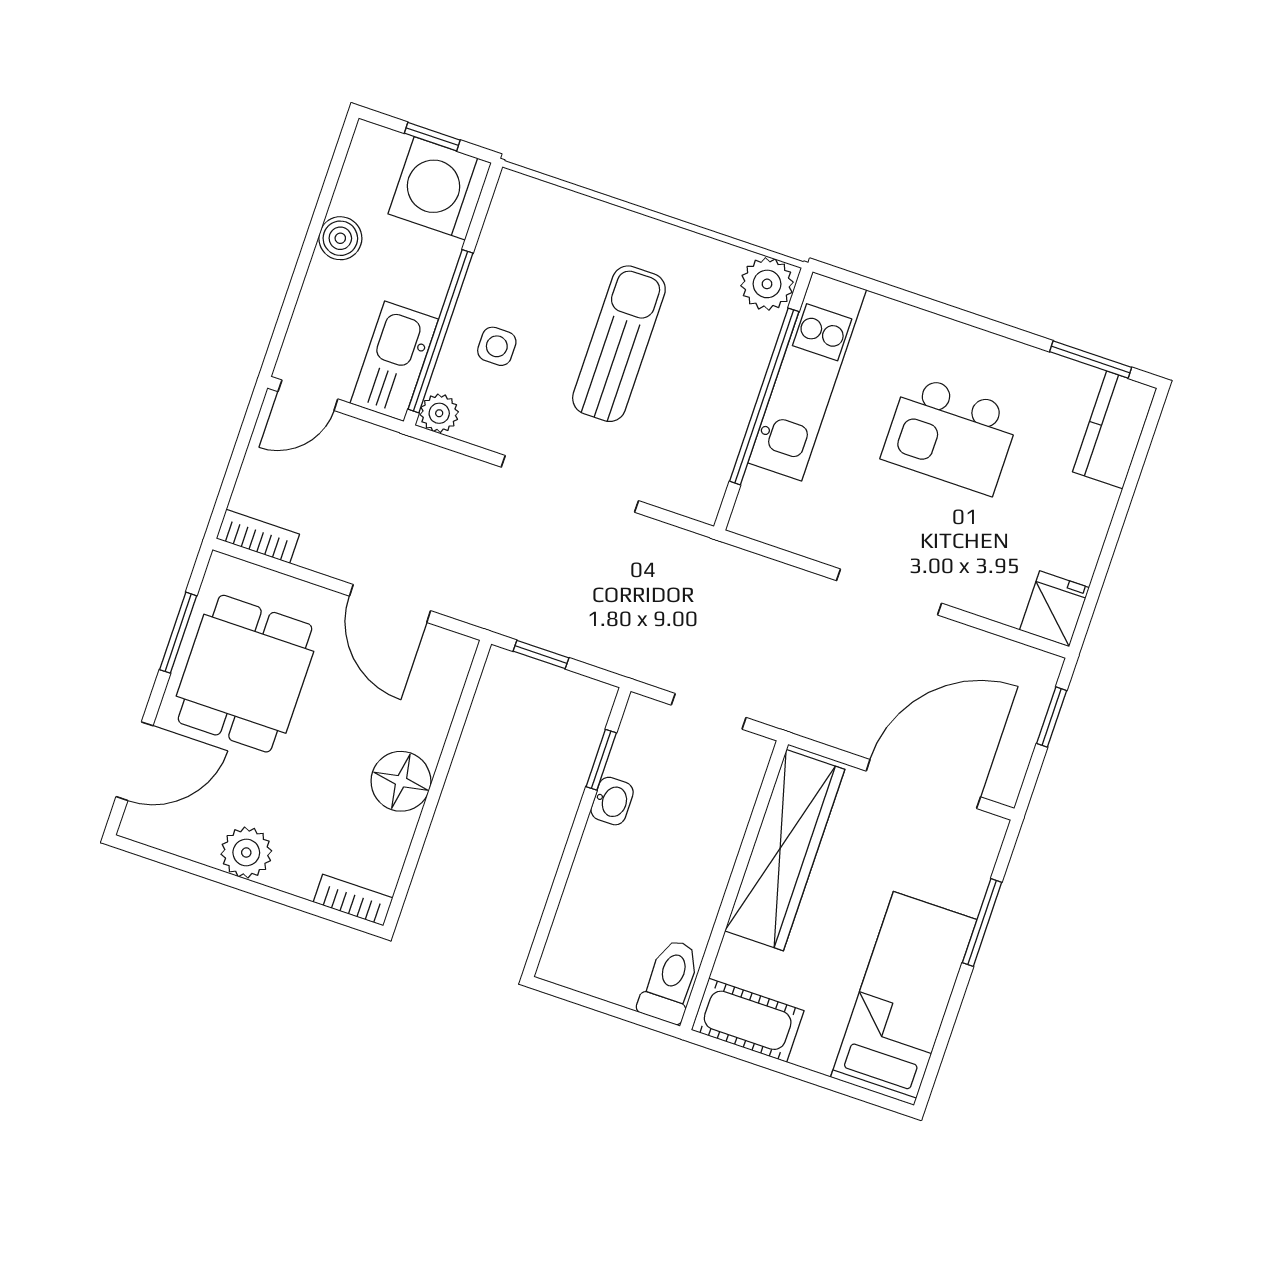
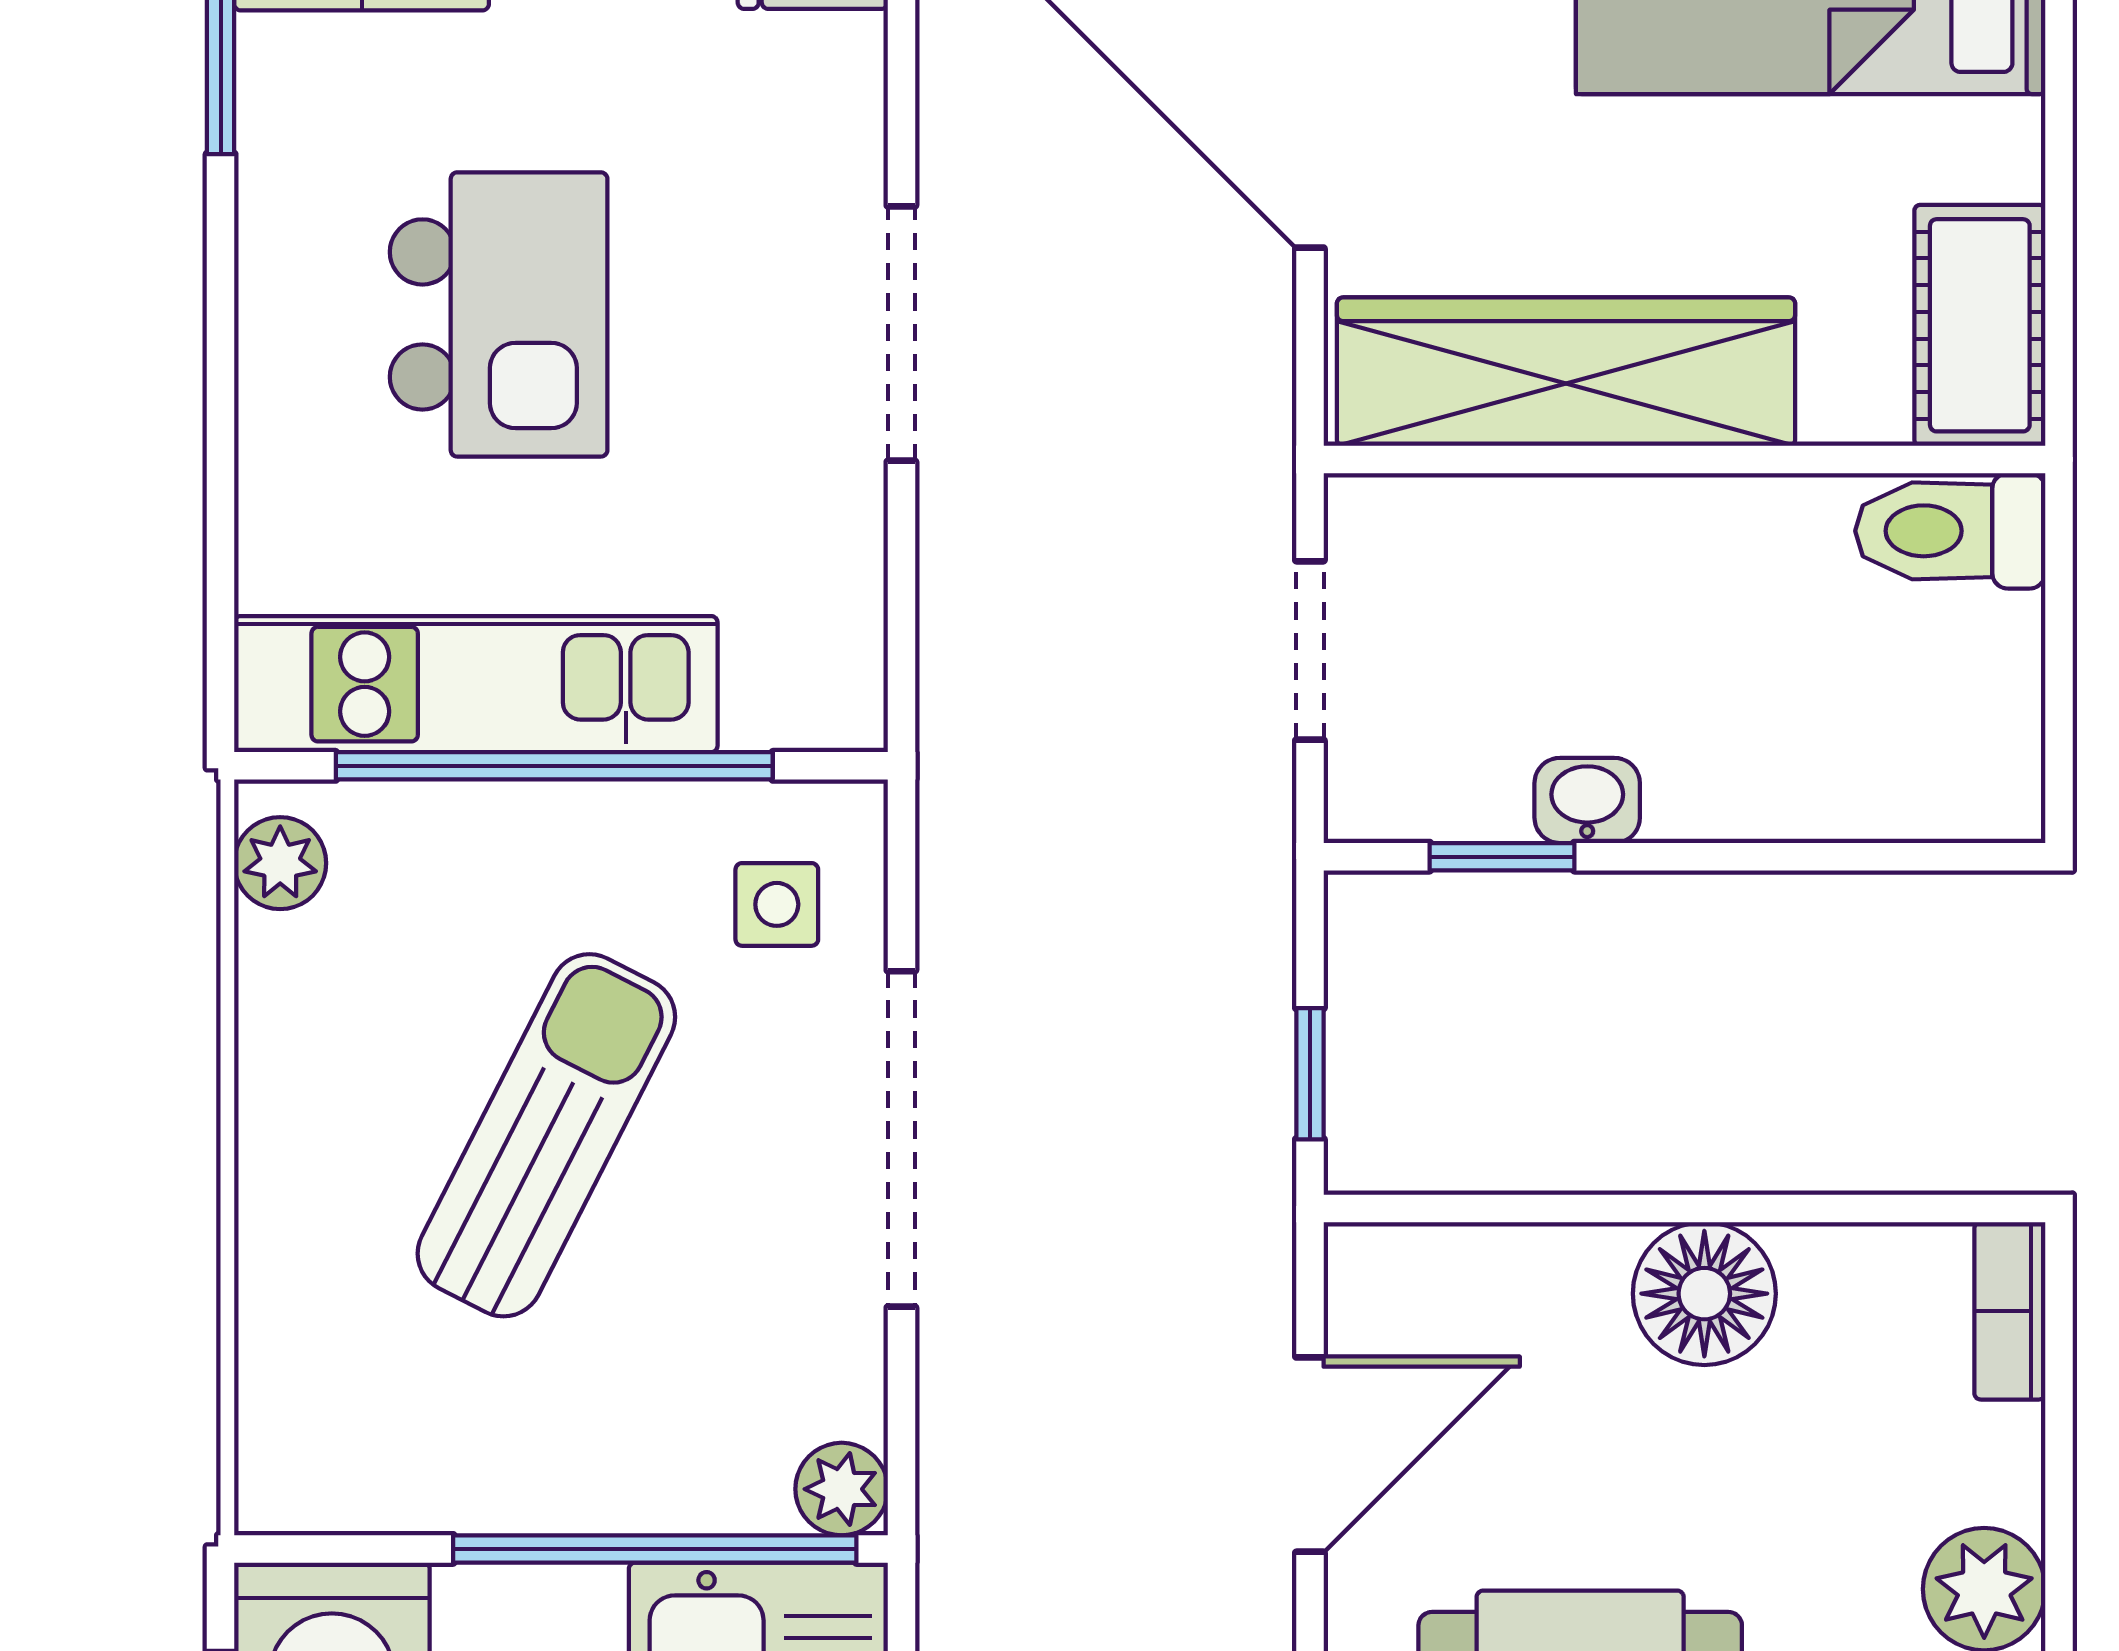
plant: (767, 284) -> (280, 863), width x0.73, depth x0.73
sun lounger: (619, 344) -> (546, 1135), turned 117
side table: (497, 346) -> (777, 904), moved

